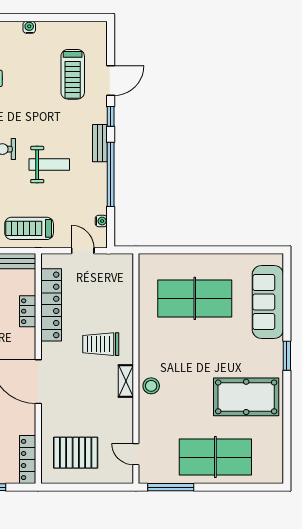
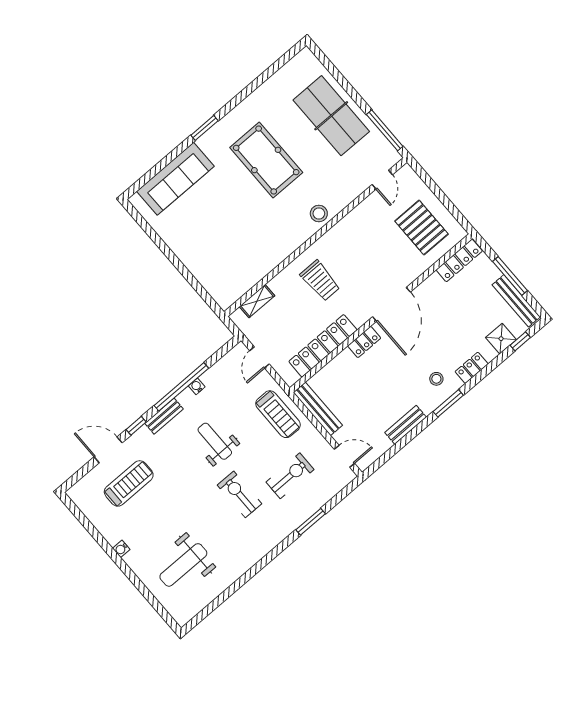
water cooler: (101, 221) -> (197, 386), moved
table tennis table: (195, 298) -> (222, 238), removed
locker: (28, 311) -> (364, 342), moved
shelving: (126, 381) -> (257, 301), moved
pool table: (246, 397) -> (266, 160), moved

